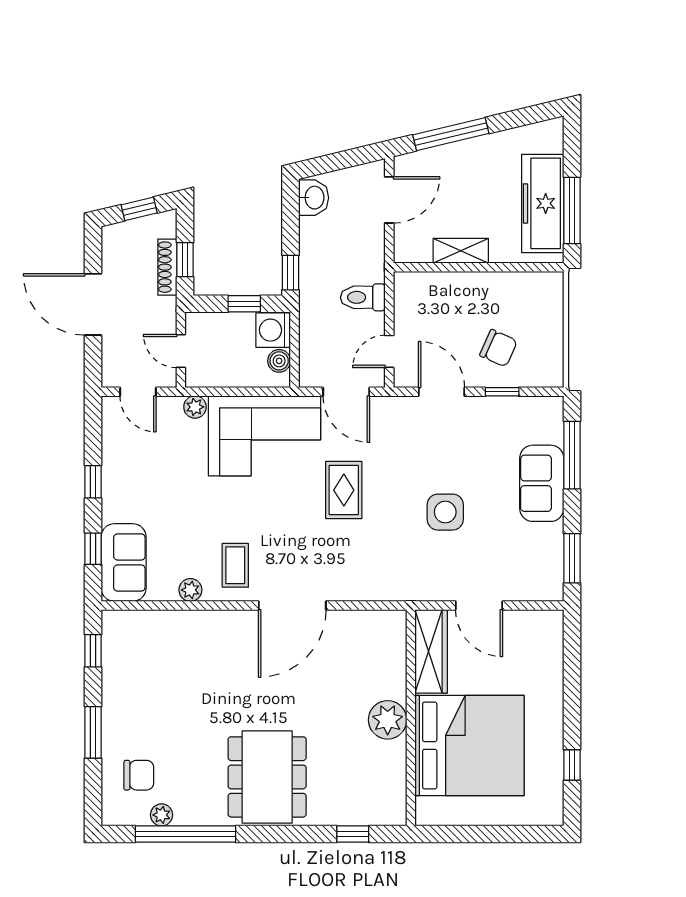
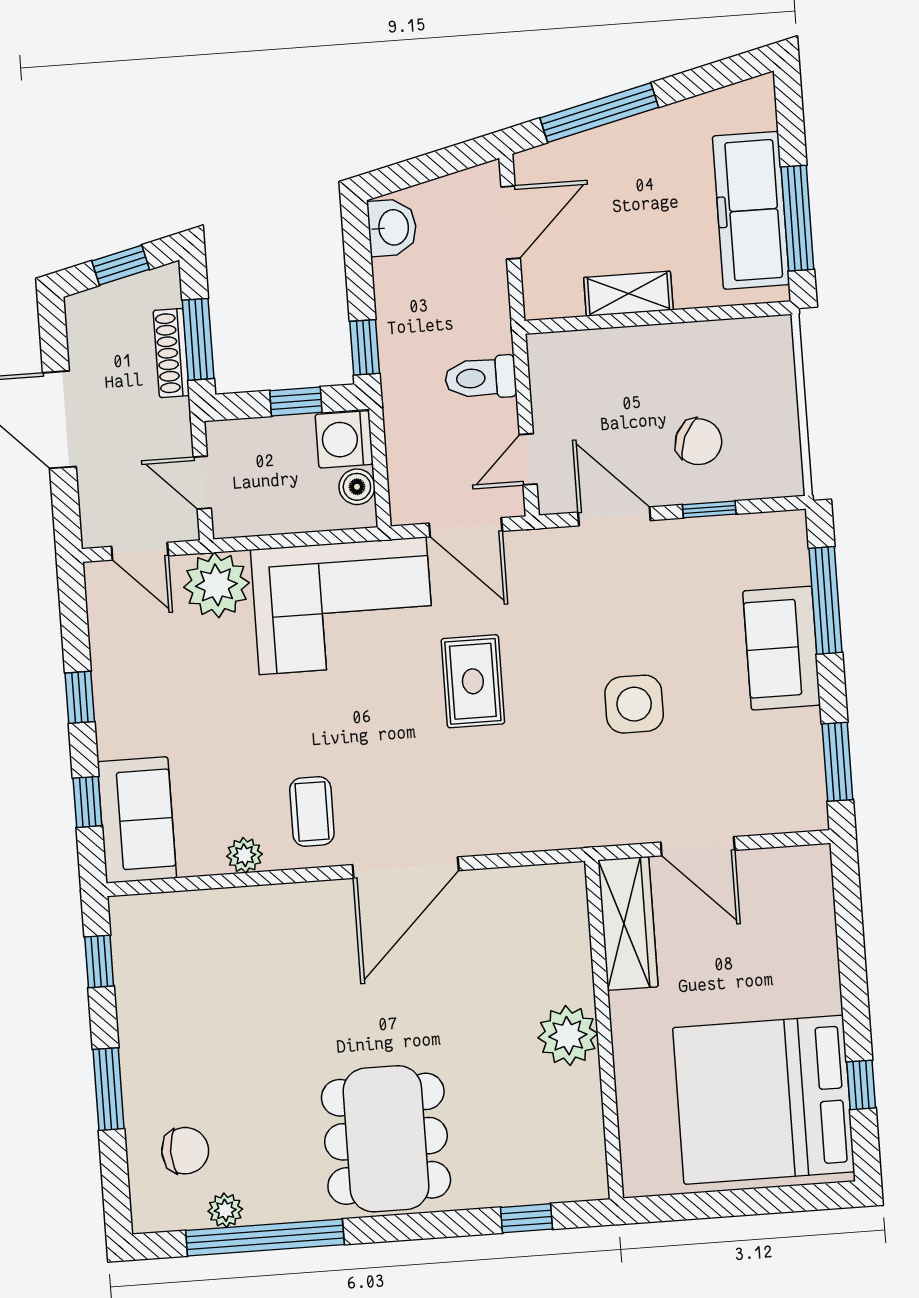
window: (185, 260) -> (198, 339), width x1.50
plant: (195, 407) -> (216, 585), width x1.88, depth x1.88
bed: (470, 745) -> (764, 1100), moved, turned 180

